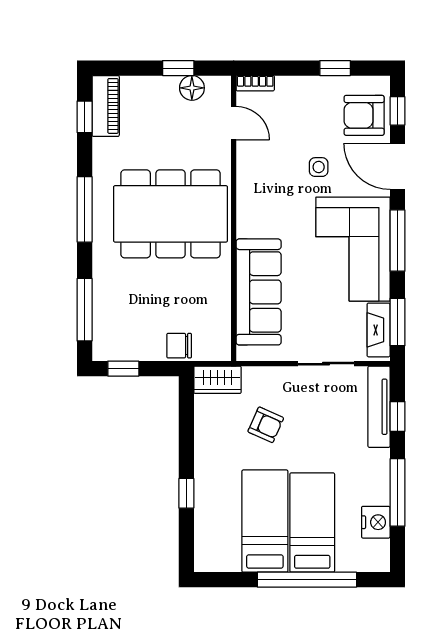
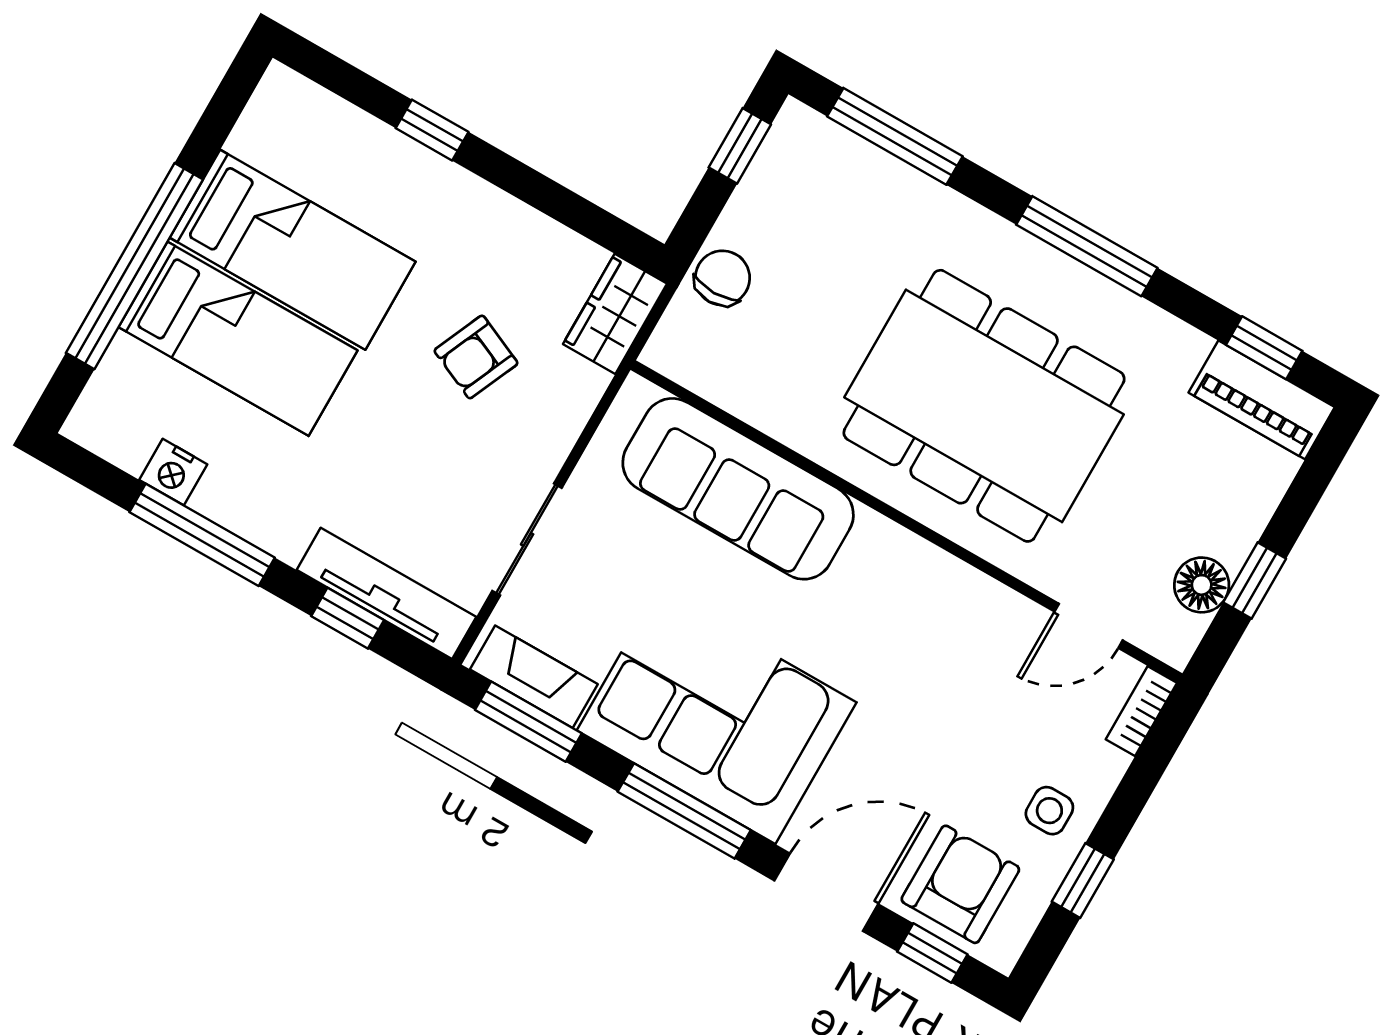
side table: (319, 167) -> (1049, 811), moved
dining table: (171, 214) -> (984, 406), turned 90
nightstand: (376, 522) -> (173, 472), width x0.74, depth x0.75

